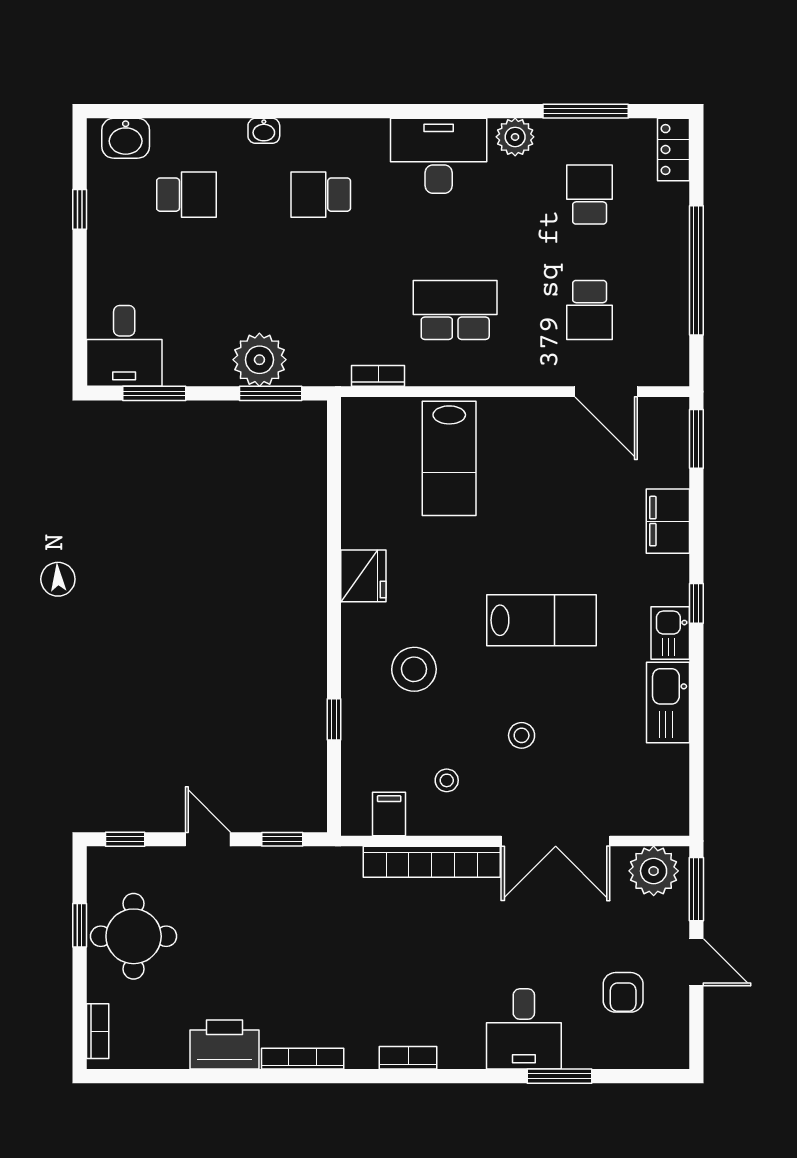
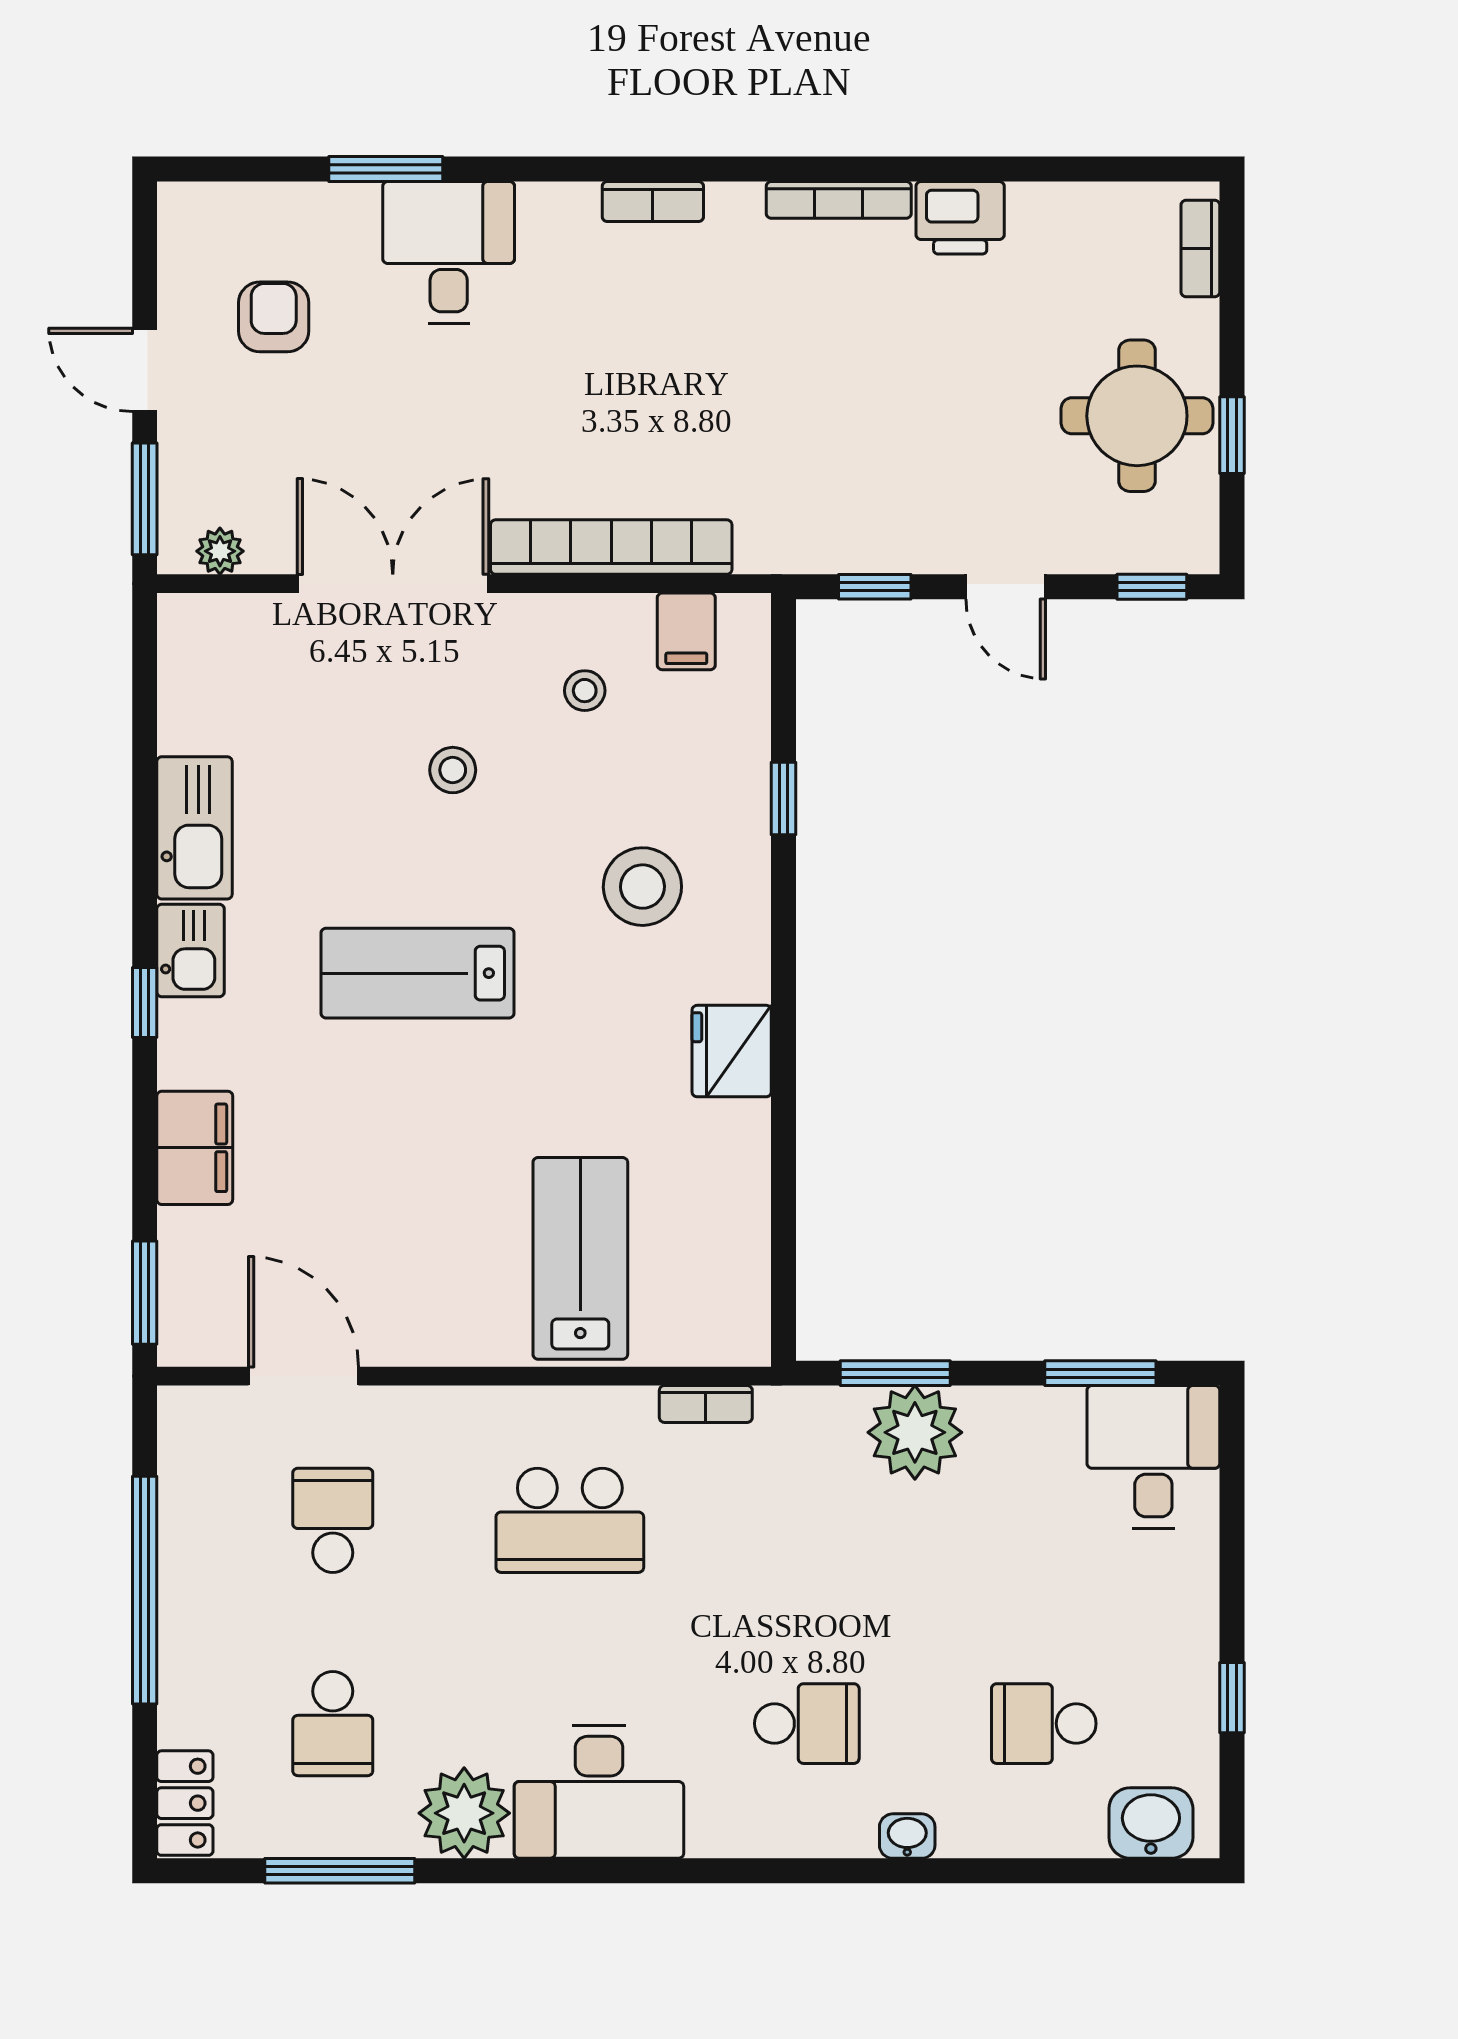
plant: (515, 137) -> (464, 1813), width x1.36, depth x1.36
plant: (654, 871) -> (220, 551), width x0.53, depth x0.53
printer: (224, 1045) -> (960, 218), width x0.73, depth x0.84

